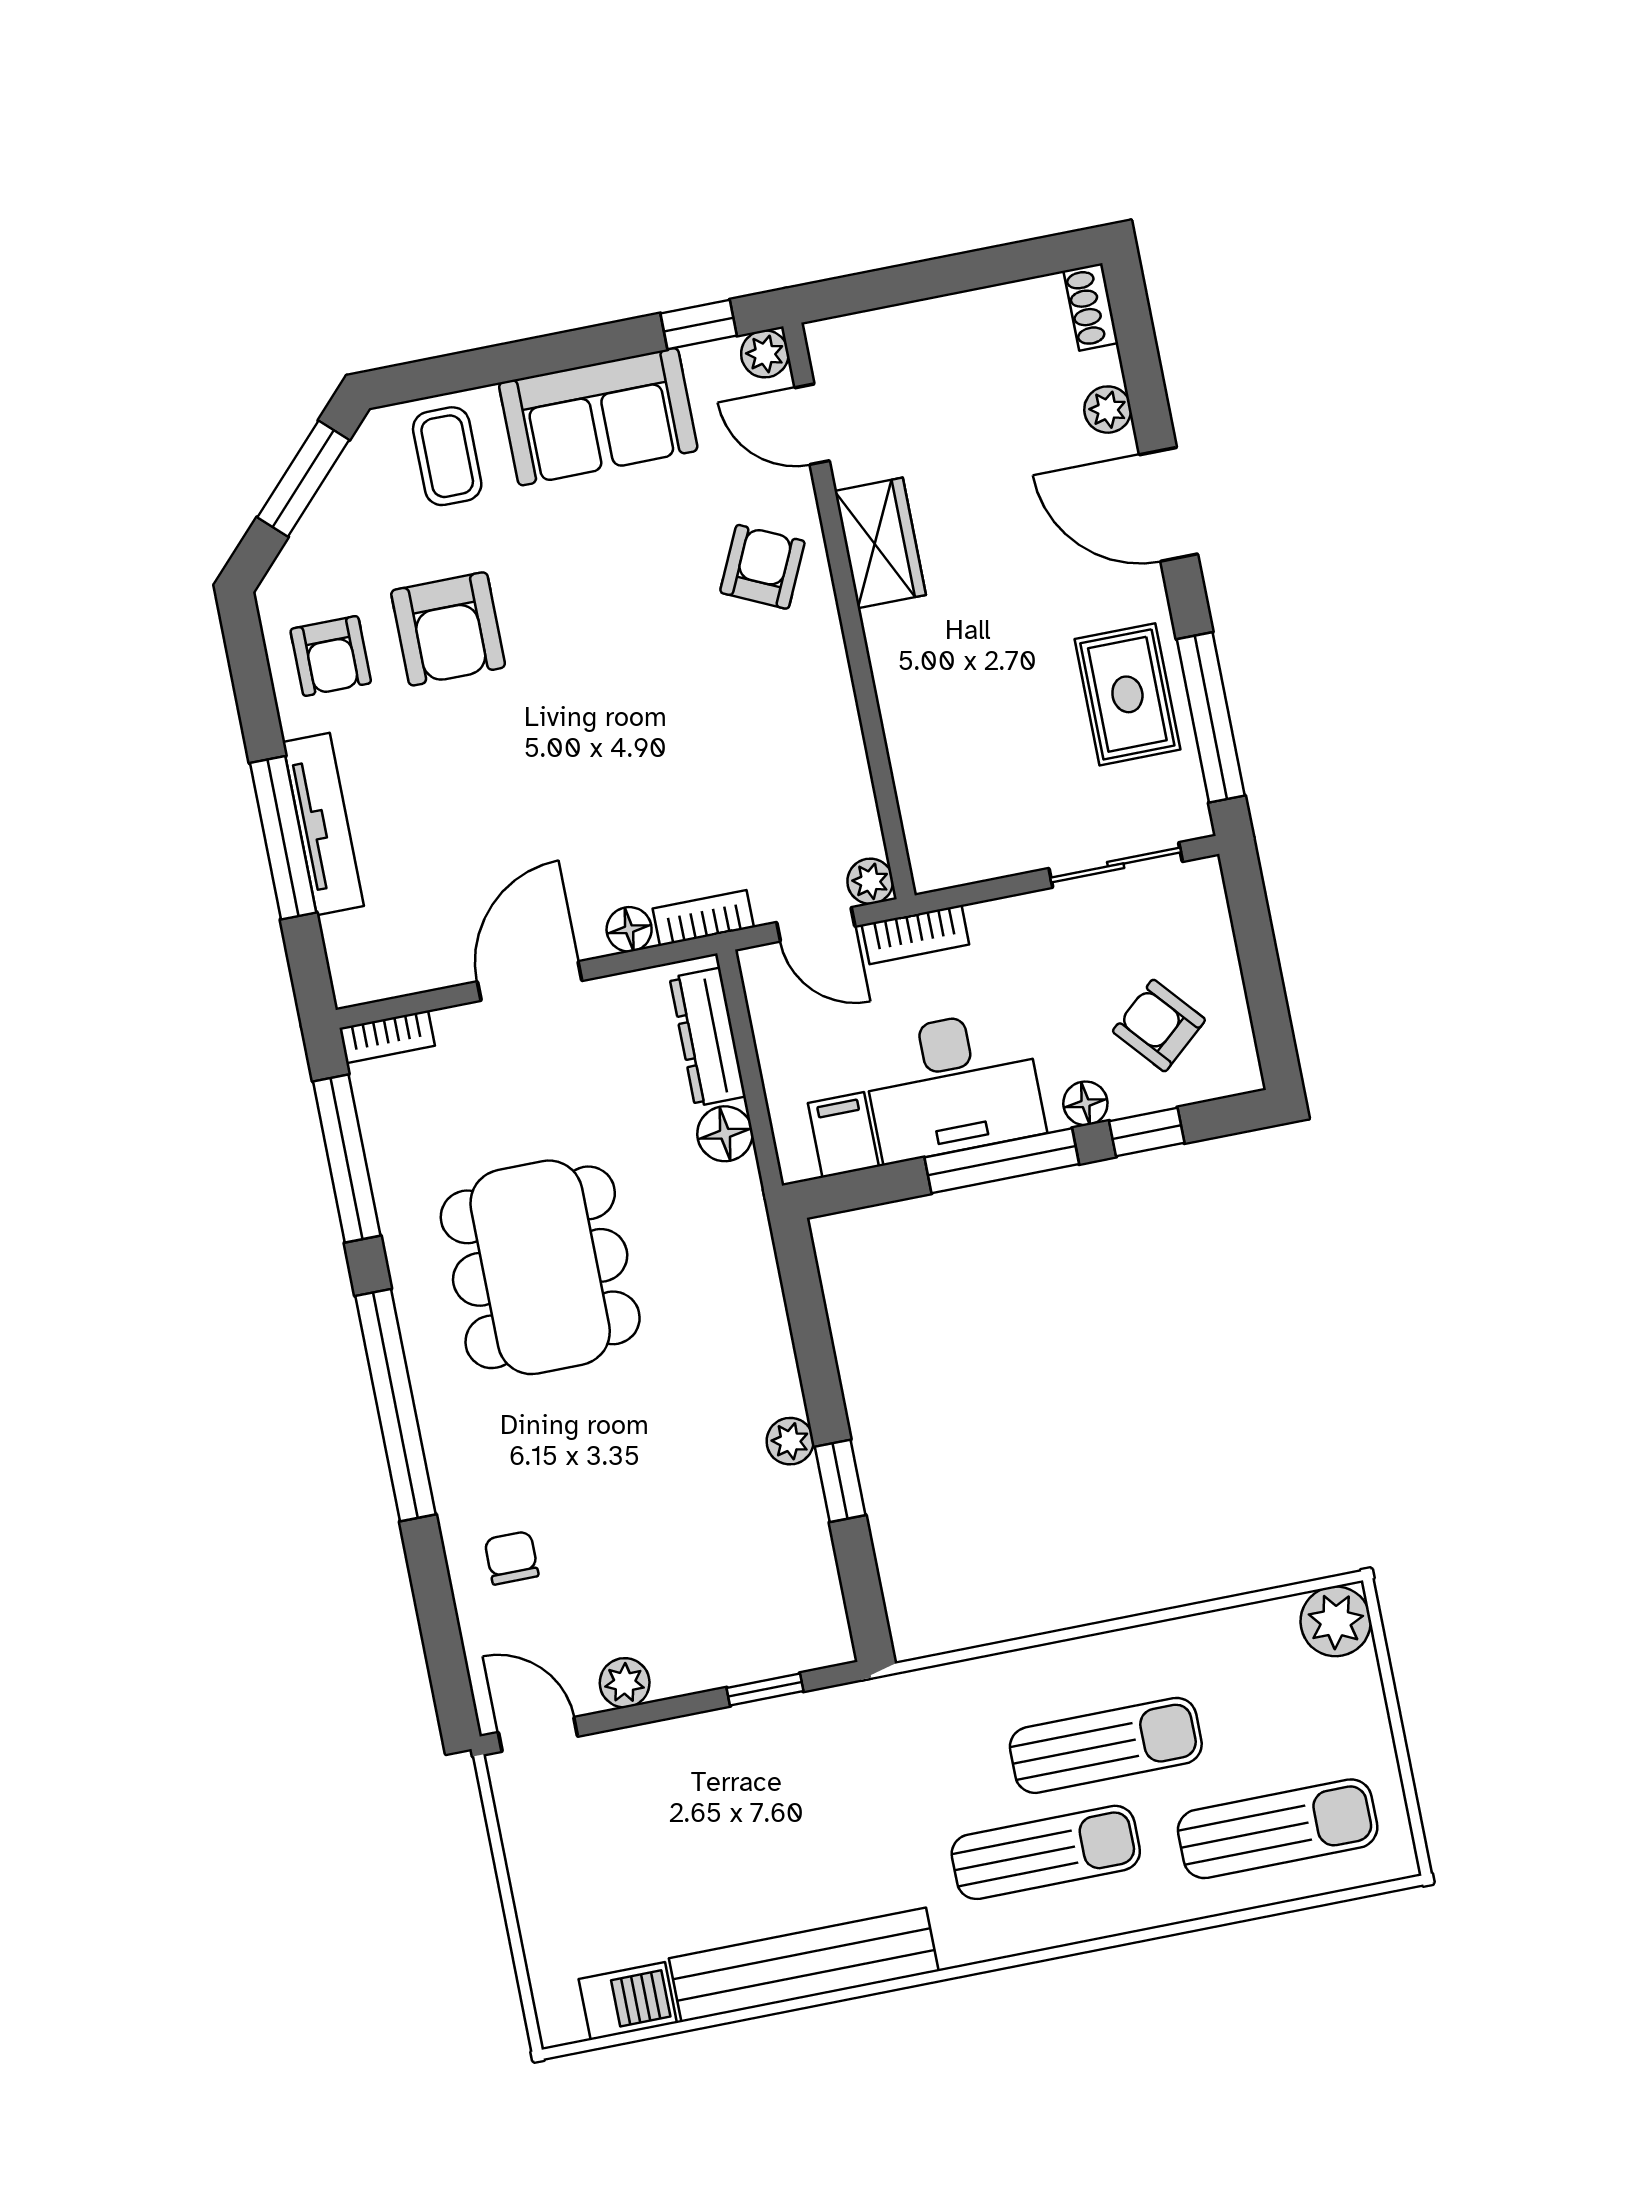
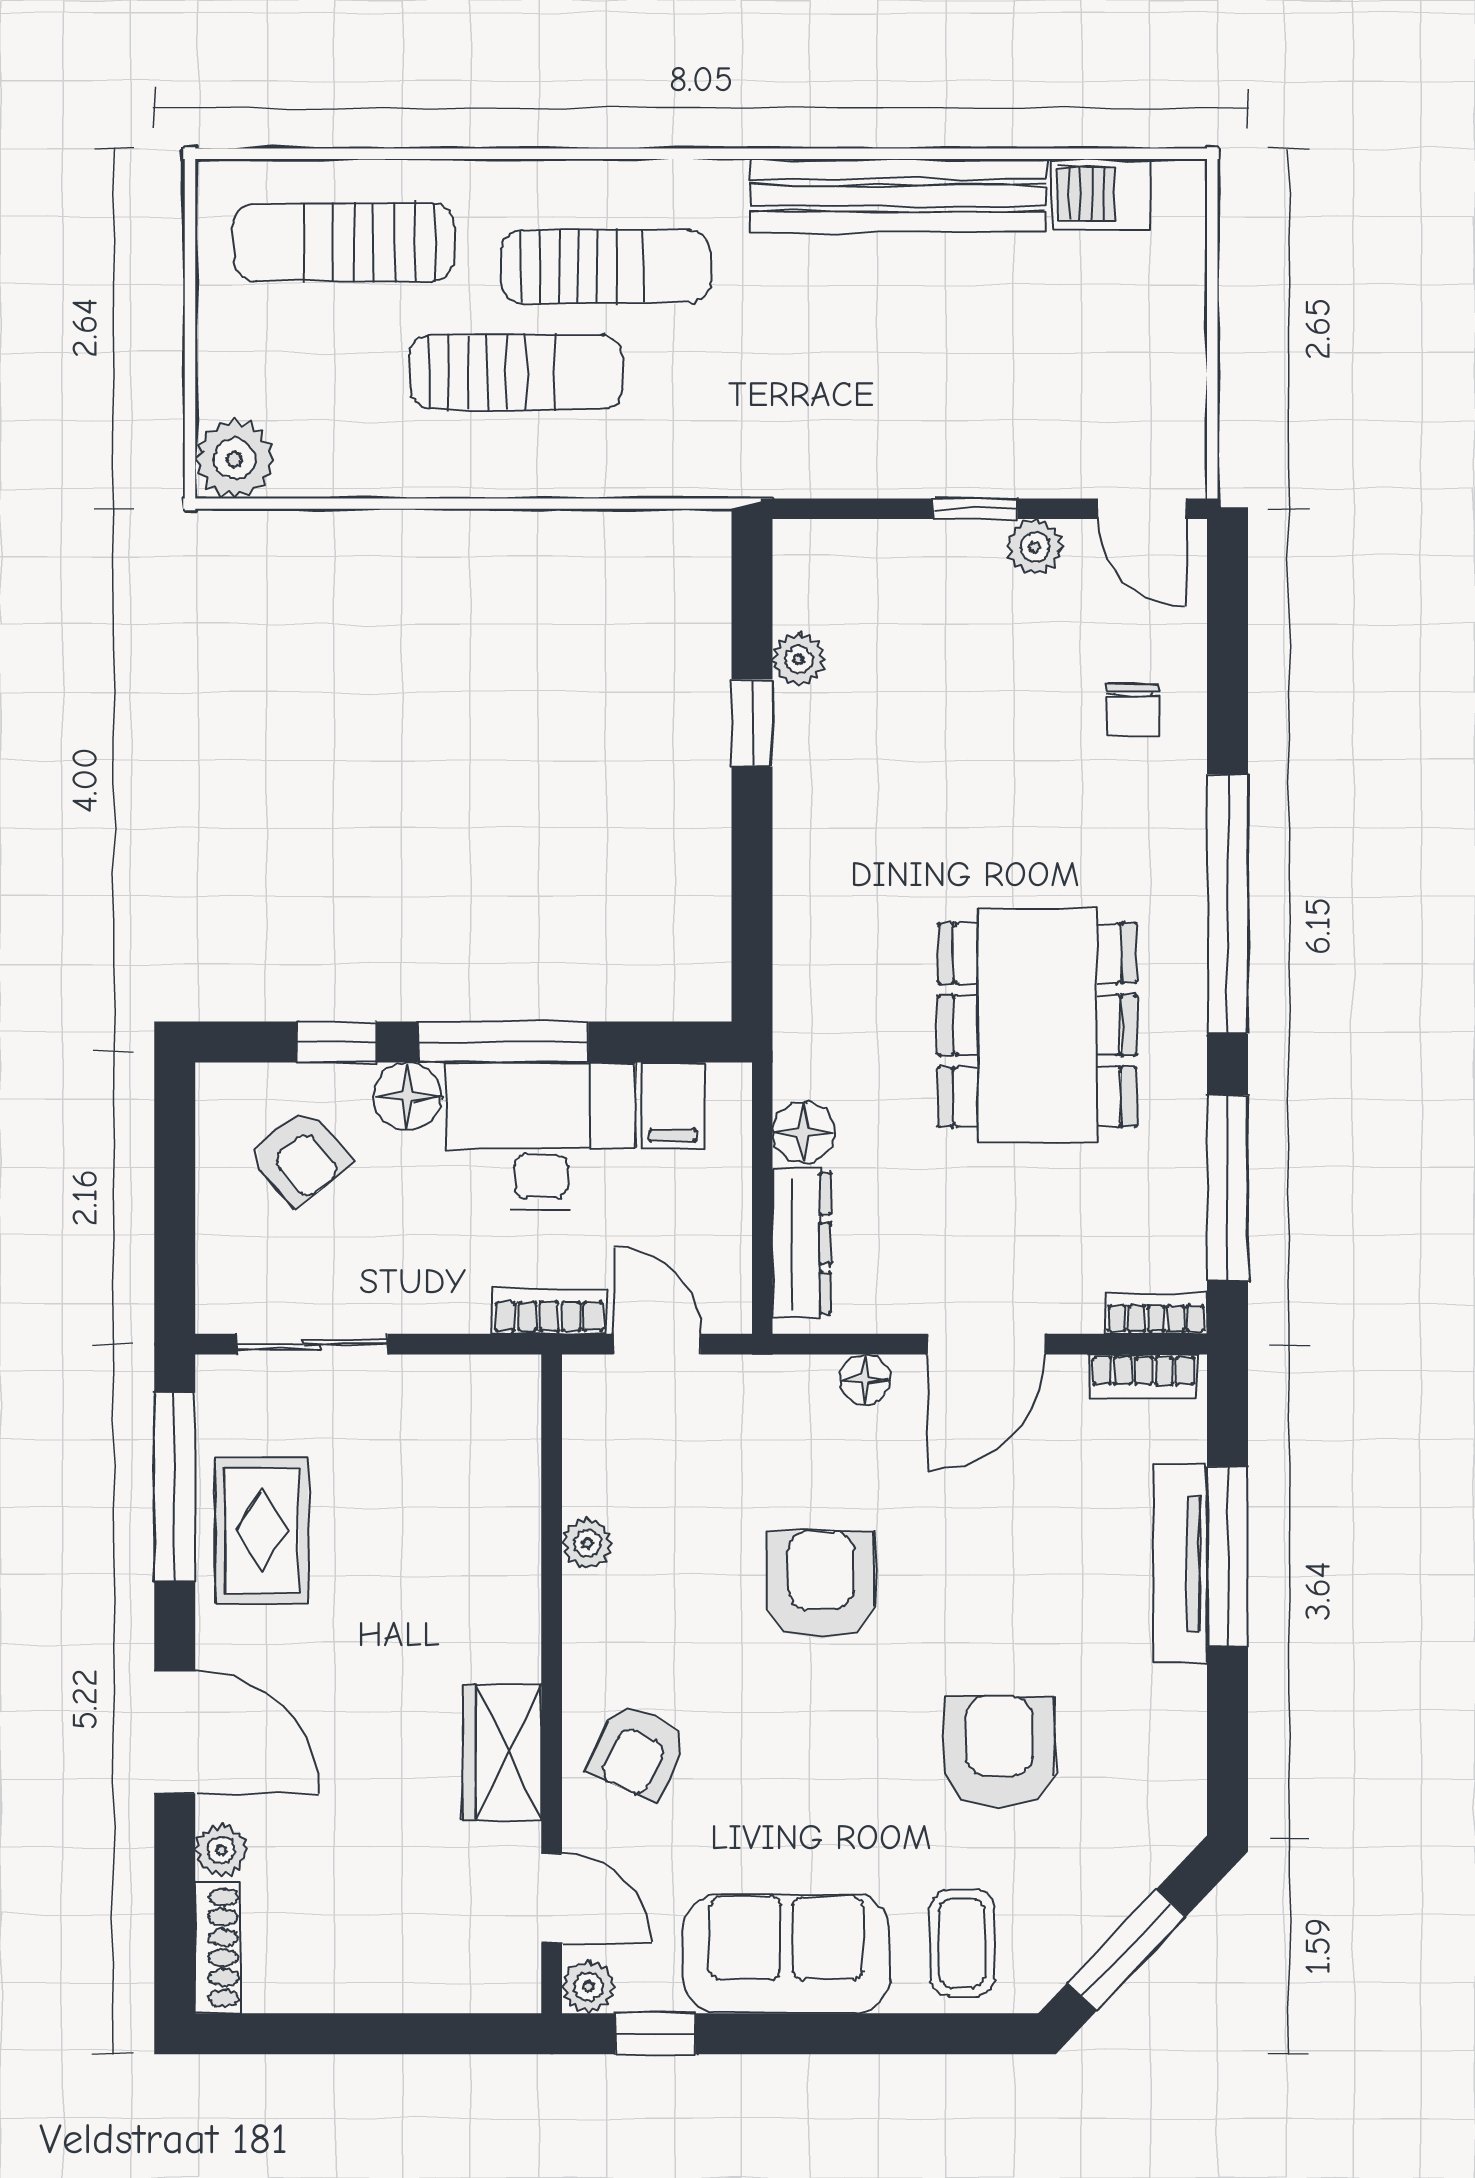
shoe rack: (1091, 307) -> (217, 1947), width x1.43
armchair: (331, 656) -> (821, 1585), moved, width x1.38, depth x1.38
plant: (870, 881) -> (587, 1543), moved
bookcase: (703, 918) -> (1144, 1376), moved
floor lamp: (1085, 1103) -> (407, 1096), width x1.37, depth x1.37
plant: (790, 1441) -> (799, 659), moved
window: (765, 1689) -> (975, 509), moved
sun lounger: (1106, 1745) -> (516, 372), turned 180
sun lounger: (1046, 1852) -> (606, 267), turned 180

